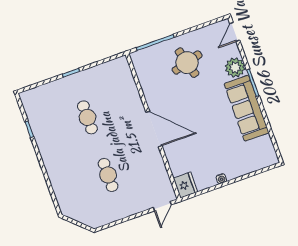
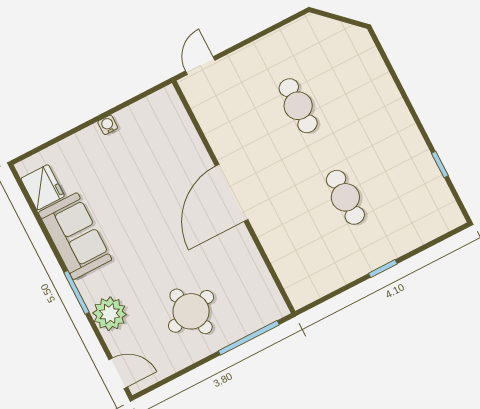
door: (235, 32) -> (118, 373), hinge flipped
sofa: (246, 108) -> (75, 236), width x0.73
door: (154, 129) -> (232, 193), hinge flipped
fridge: (185, 185) -> (43, 187), moved, turned 180

